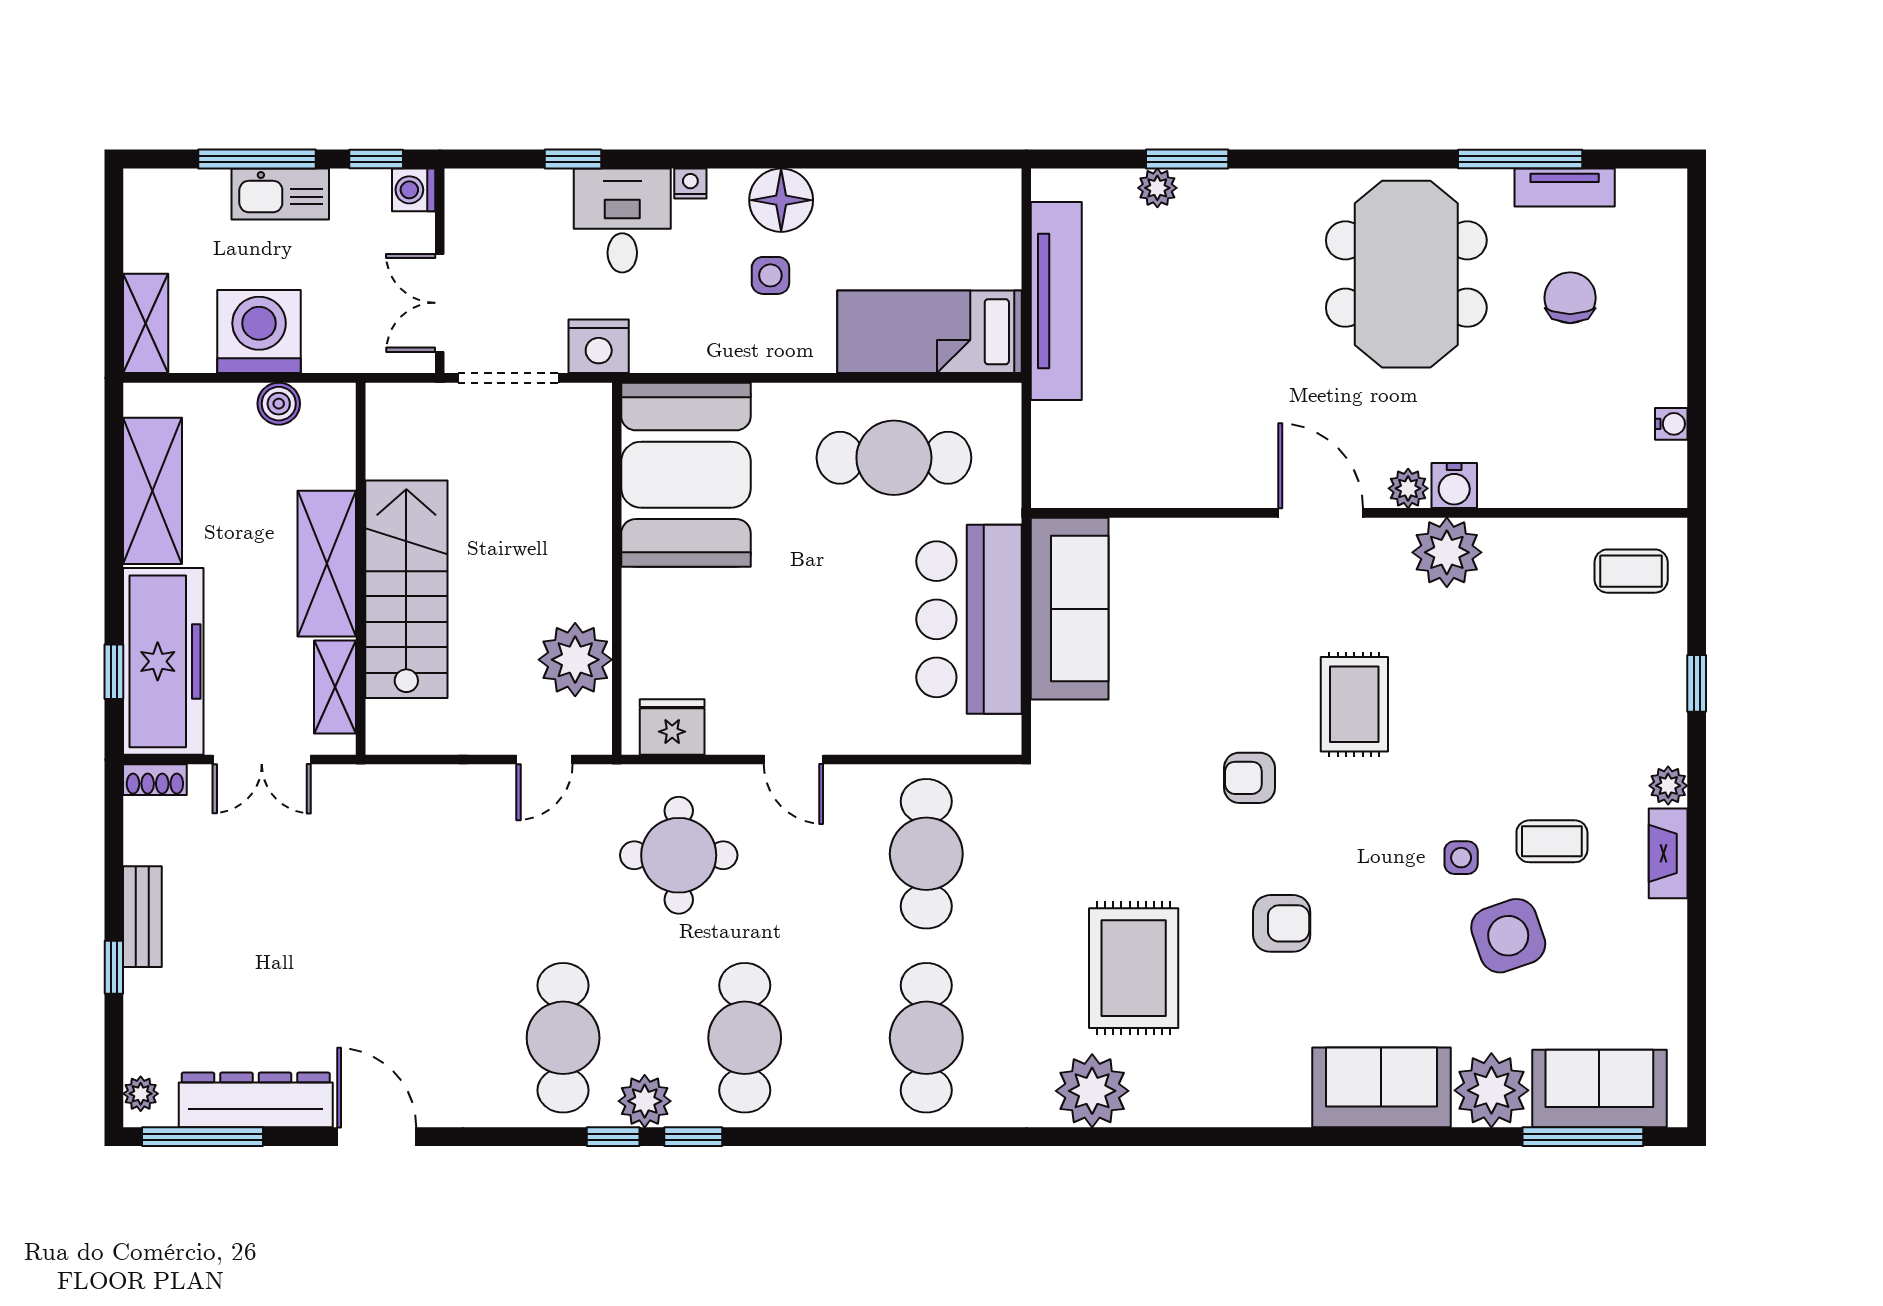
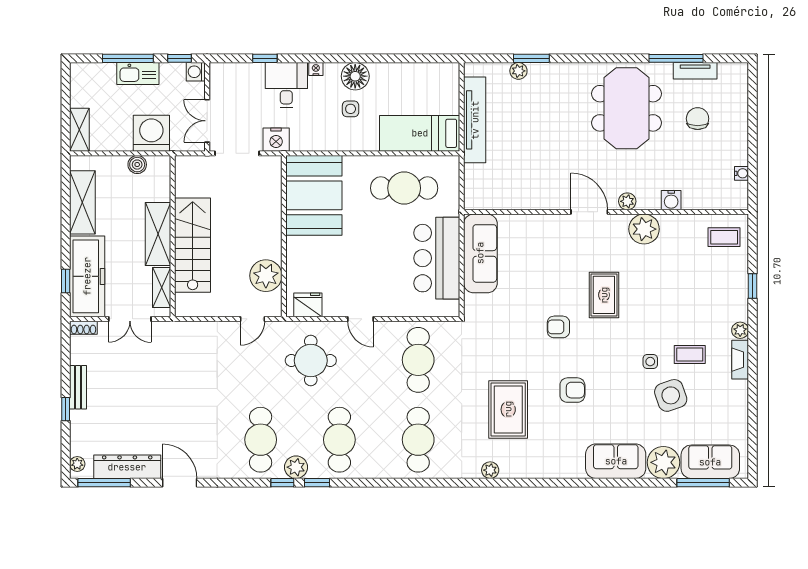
washing machine: (259, 332) -> (151, 133), moved
water cooler: (1454, 486) -> (671, 200), moved
plant: (1092, 1091) -> (490, 470), width x0.53, depth x0.53

